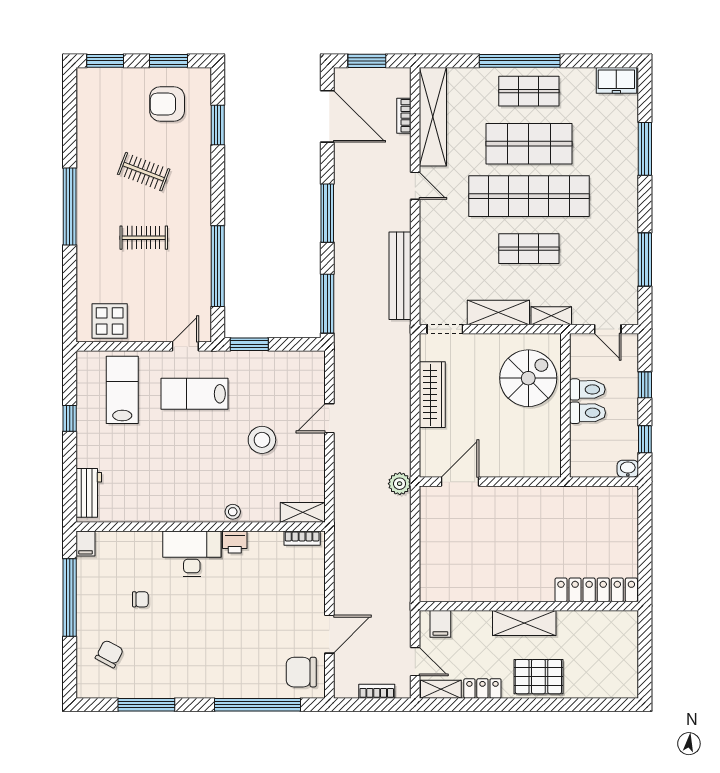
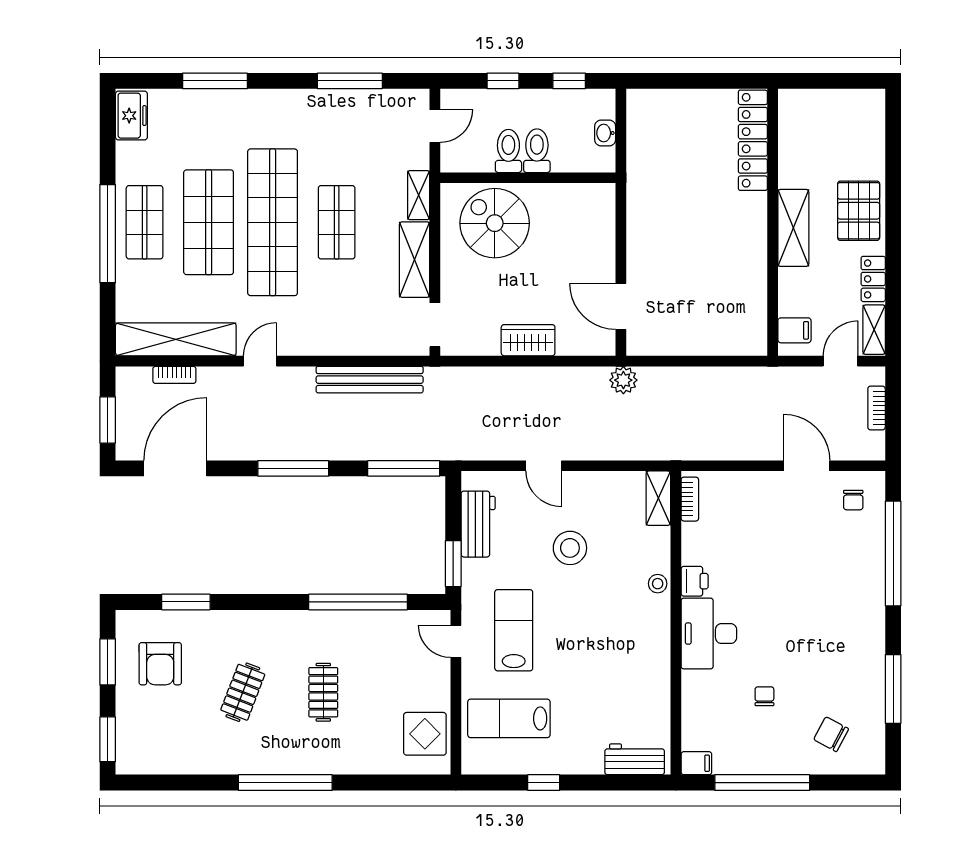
workbench: (282, 365) -> (478, 524), added
lab bench: (195, 394) -> (514, 630), turned 180
wardrobe: (432, 395) -> (528, 340), width x0.67
washbasin: (628, 469) -> (605, 133), moved
chair: (301, 672) -> (853, 500), width x0.54, depth x0.54

